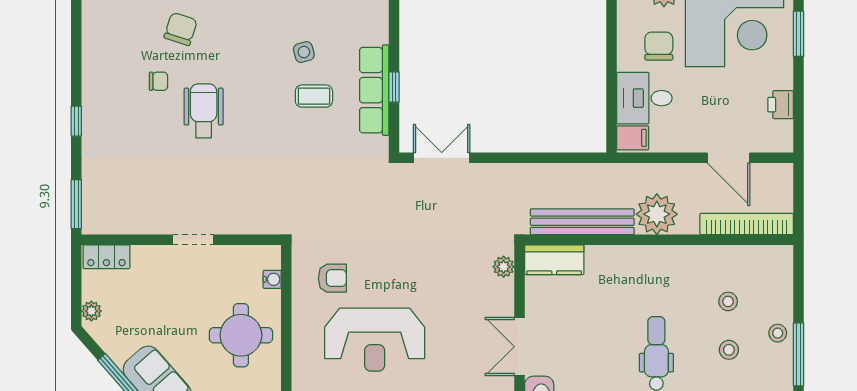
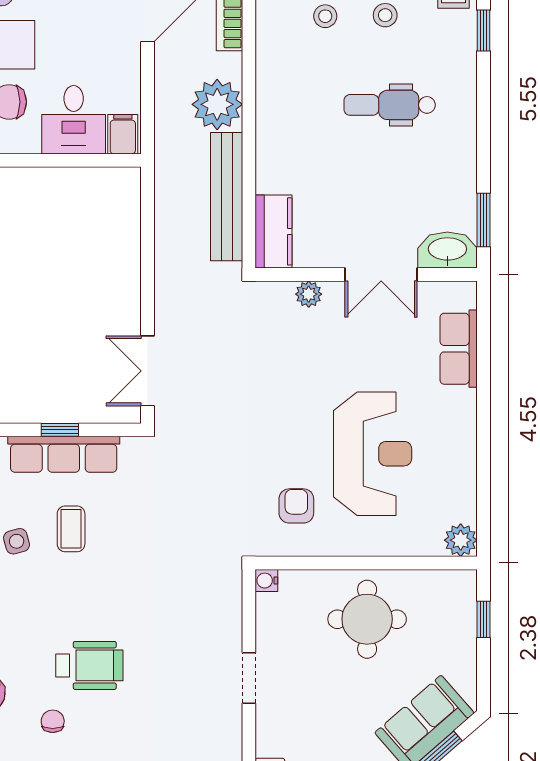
wheelchair: (204, 111) -> (89, 665), turned 180
plant: (504, 267) -> (309, 294), moved
water cooler: (272, 279) -> (266, 581), moved, turned -90

